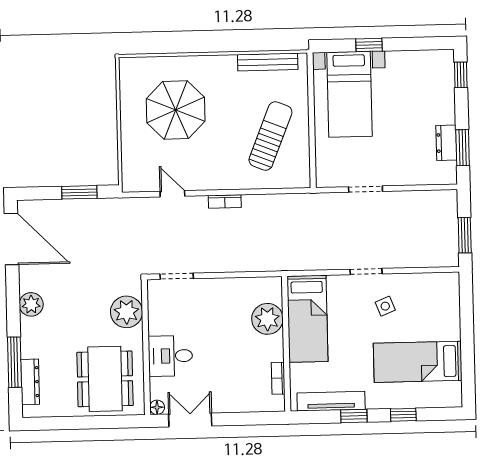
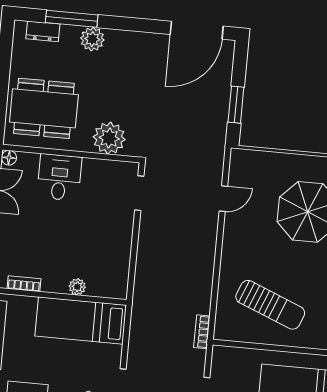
bookcase: (225, 201) -> (202, 332), moved
plant: (31, 304) -> (92, 39), moved
plant: (267, 319) -> (77, 287), width x0.53, depth x0.53
dresser: (30, 382) -> (43, 31), width x0.70

